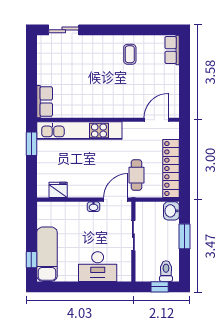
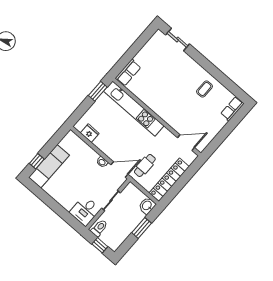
desk: (98, 267) -> (85, 211), moved, width x0.73
toilet: (166, 271) -> (99, 228), moved

